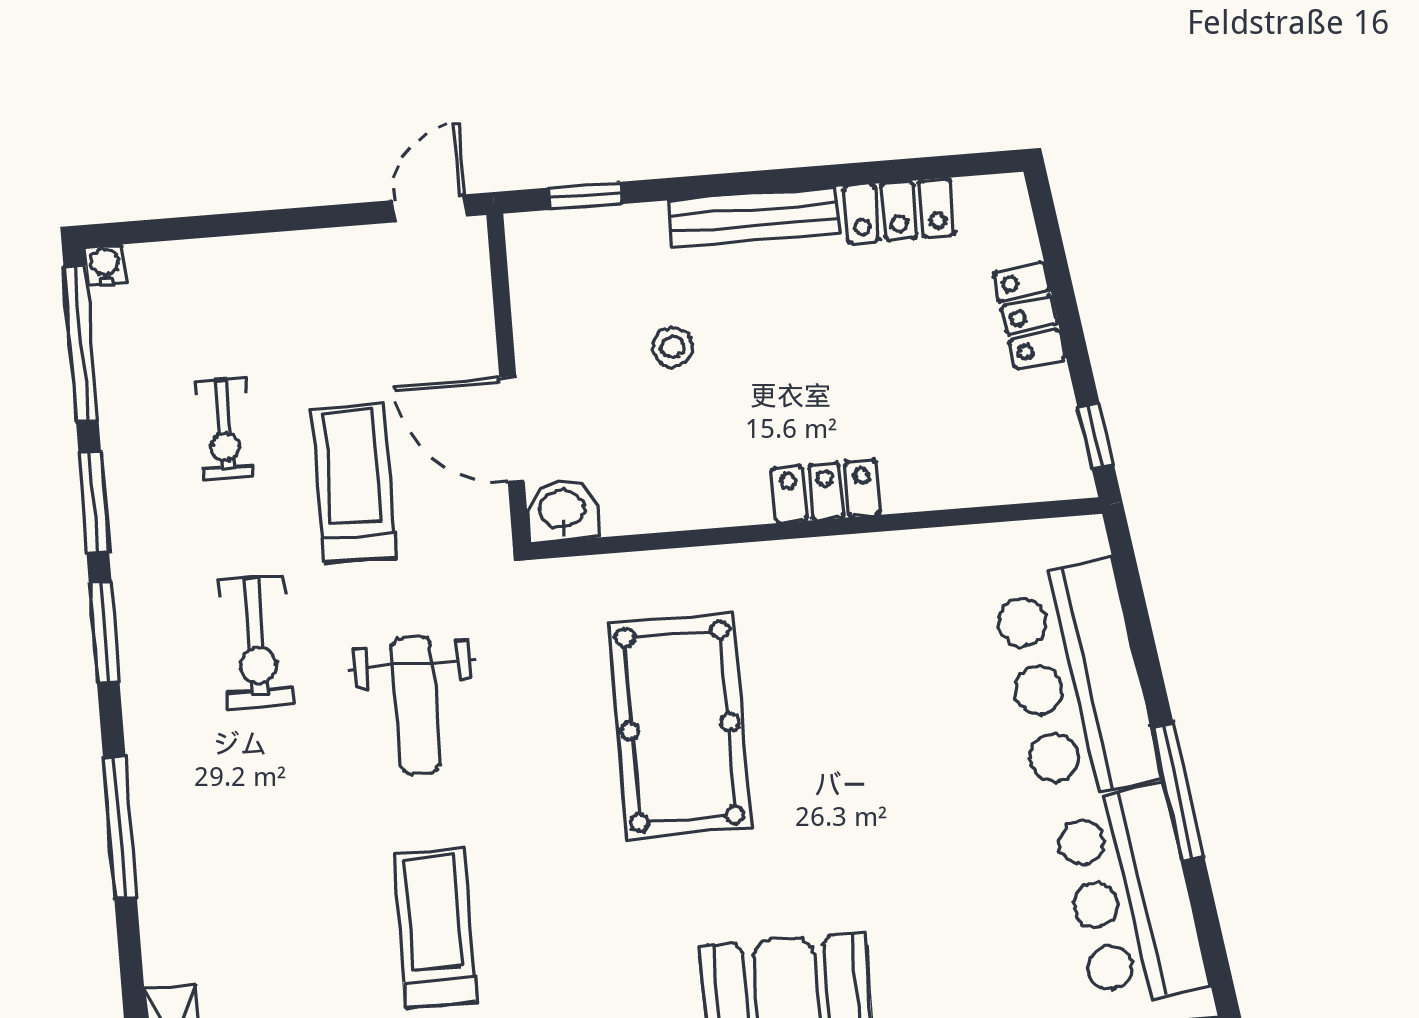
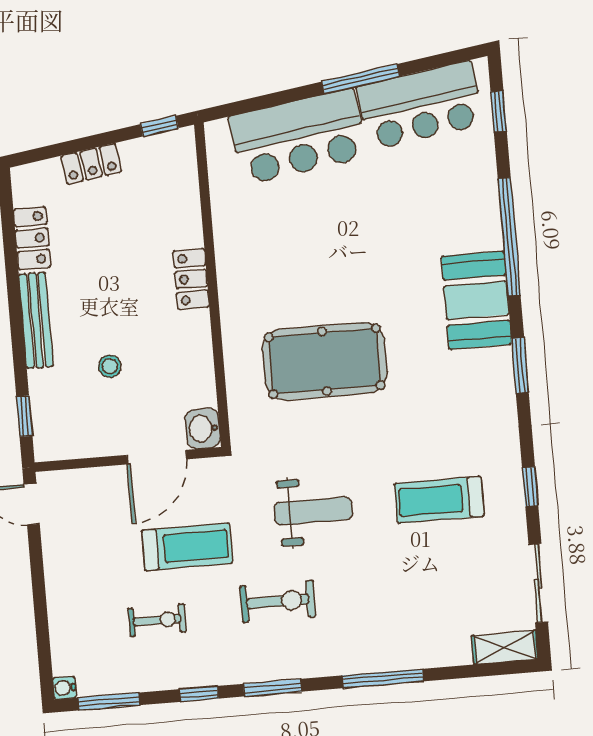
window: (81, 343) -> (109, 701), width x0.69
treadmill: (353, 482) -> (187, 547), turned 180
window: (94, 502) -> (199, 694), width x0.67

